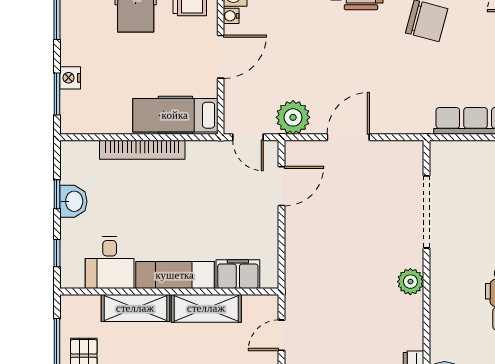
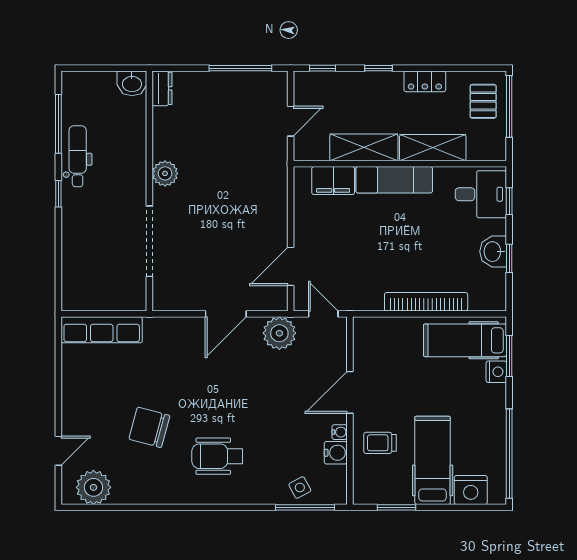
hospital bed: (175, 115) -> (465, 340), moved, turned 180
desk: (110, 262) -> (481, 194), moved, turned 90

